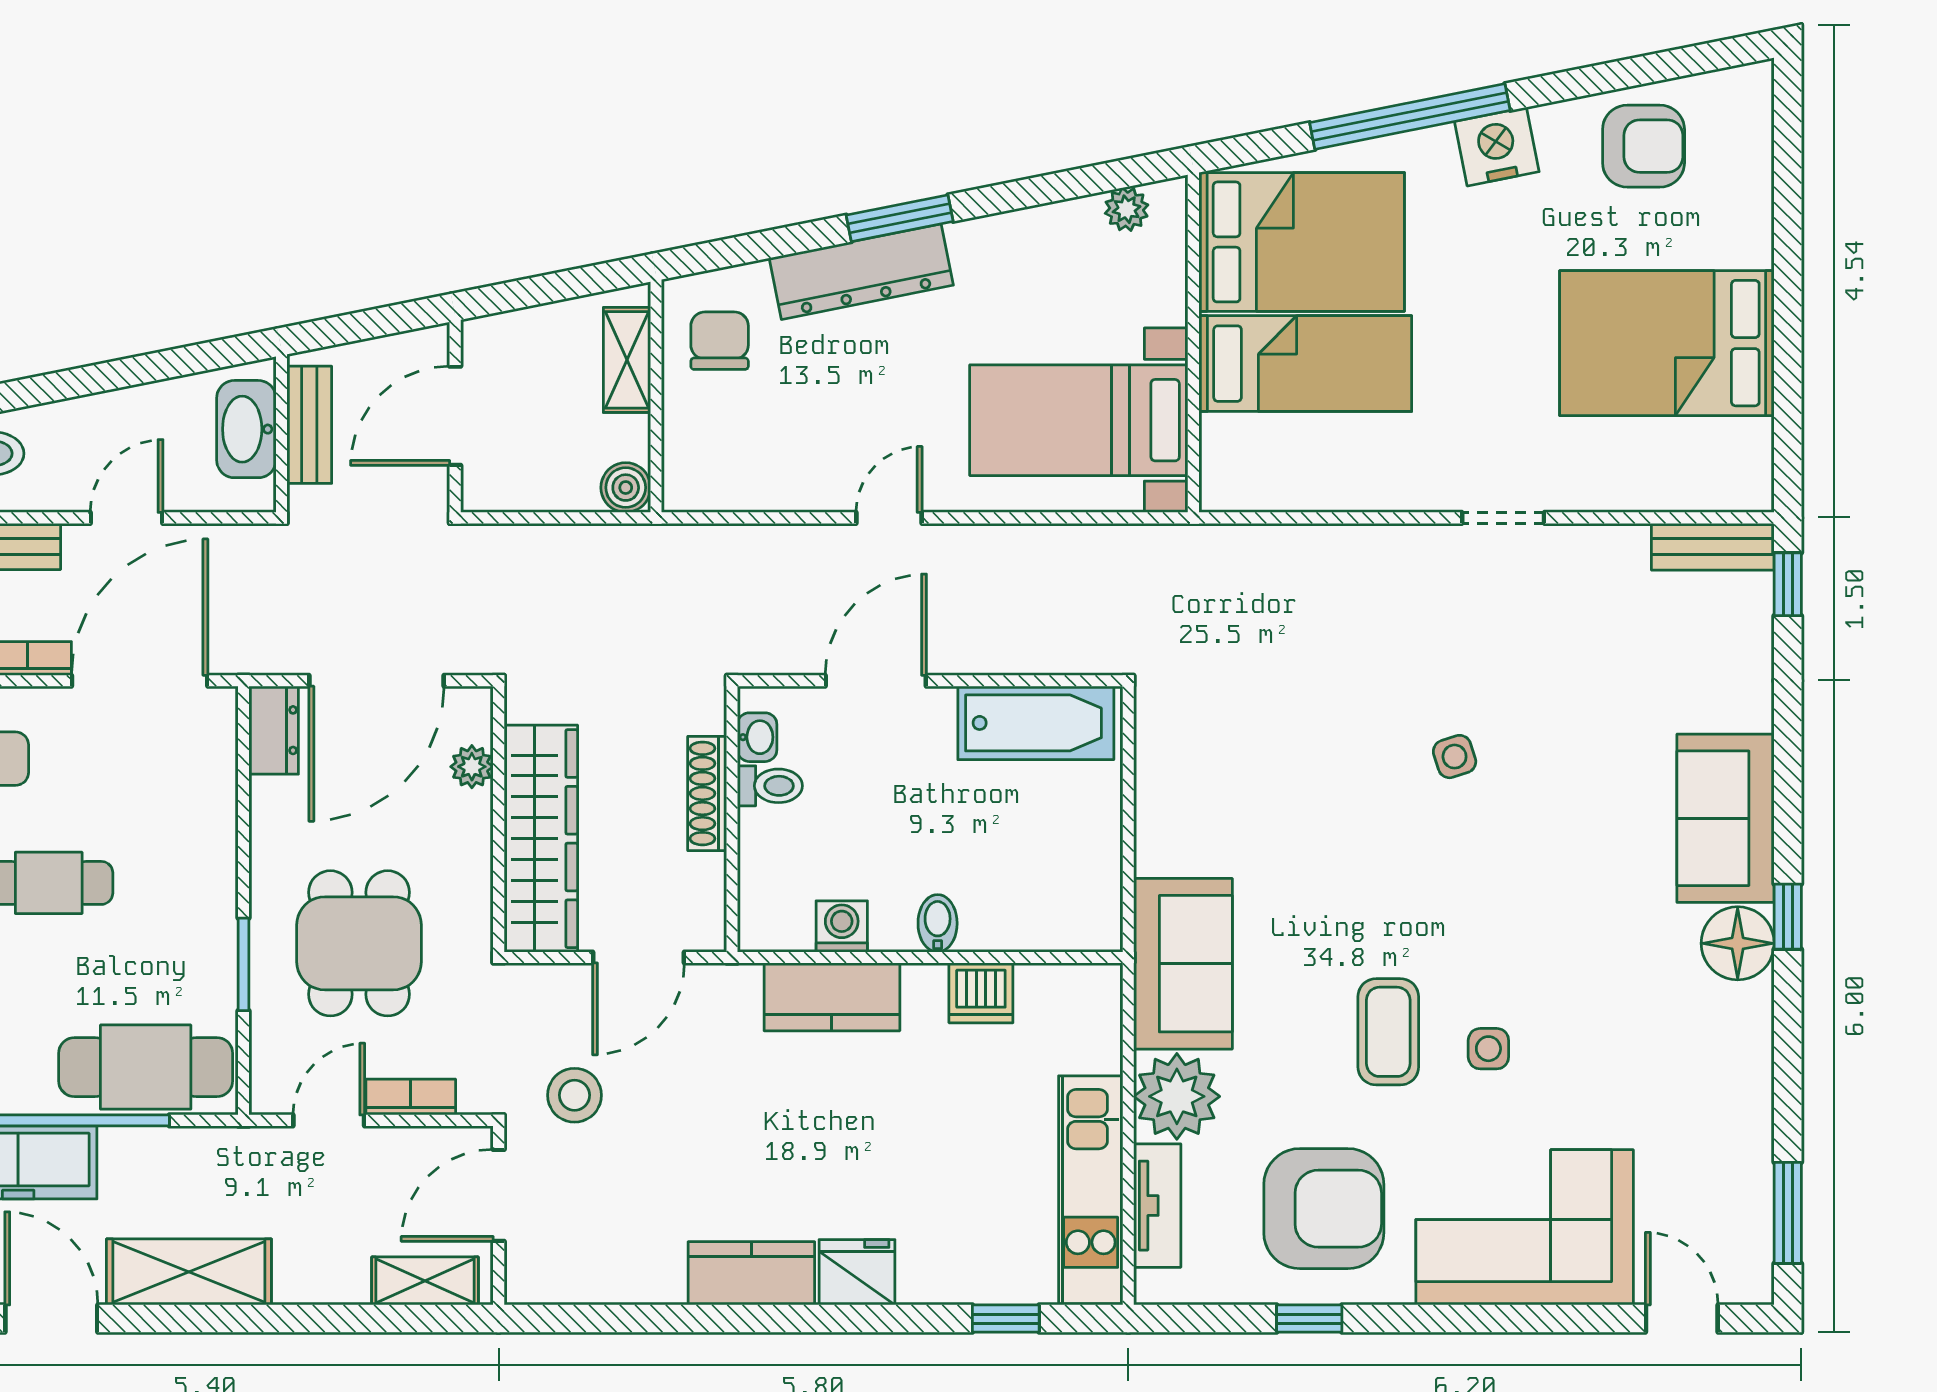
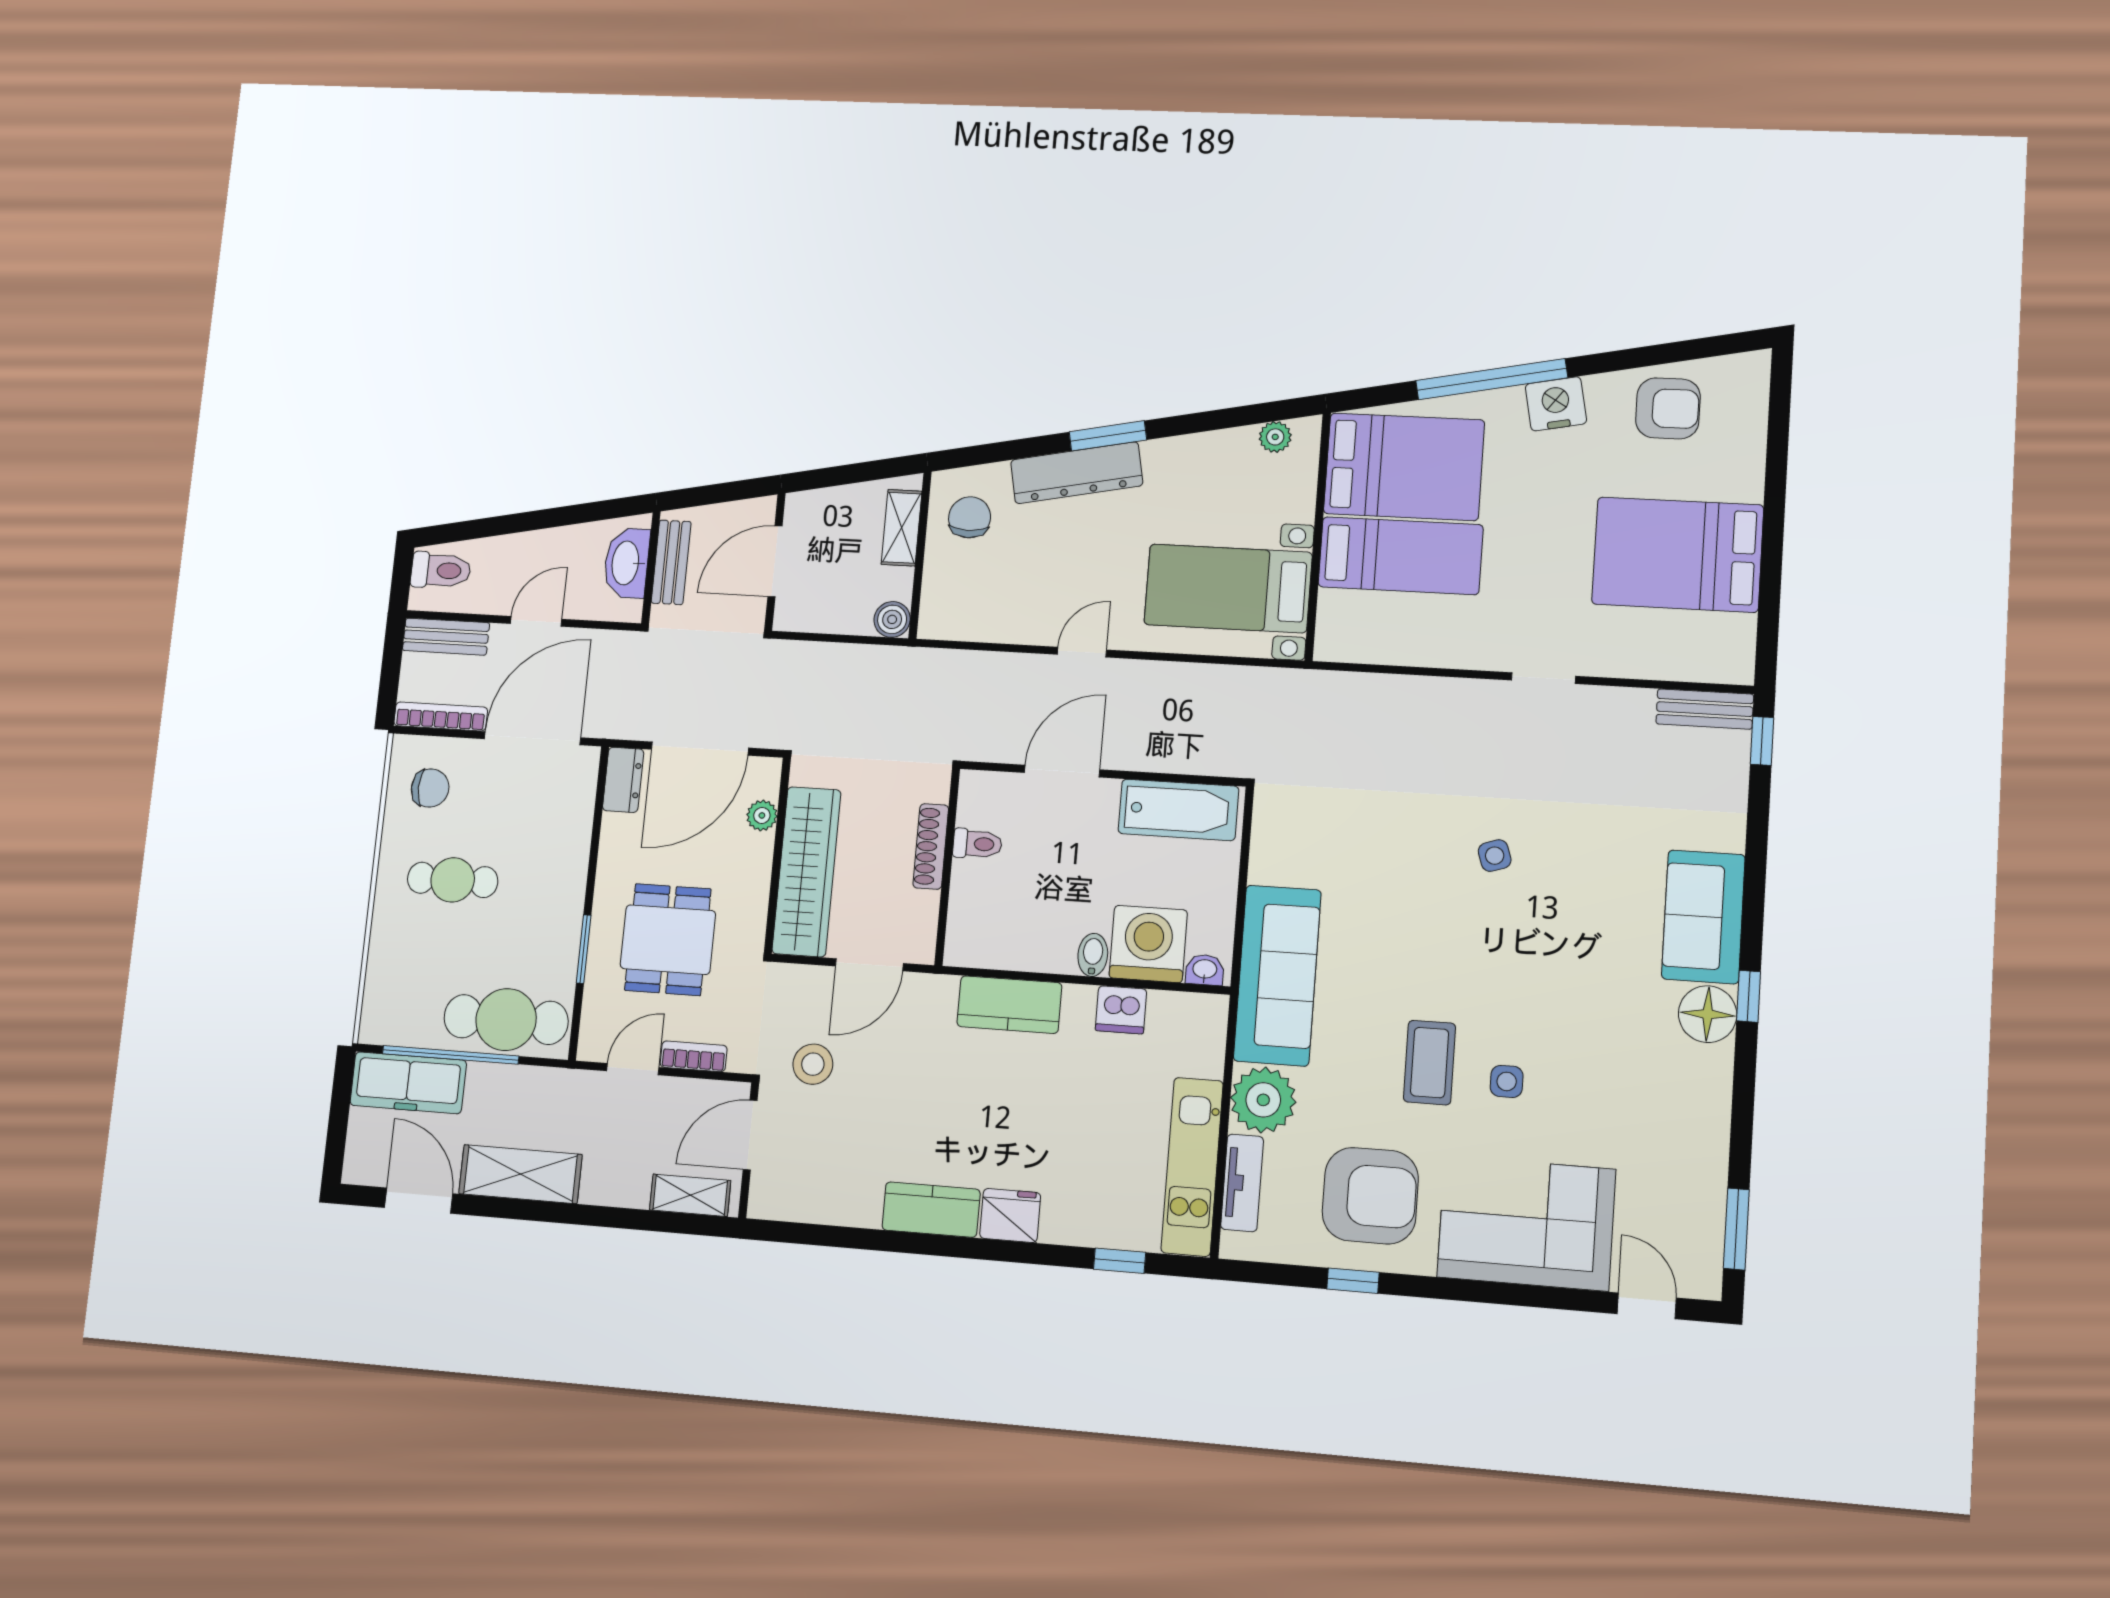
washbasin: (757, 737) -> (1205, 970), moved, turned -90
washing machine: (842, 926) -> (1148, 944), moved, width x1.89, depth x1.89
sofa: (1183, 964) -> (1277, 975), width x1.36

